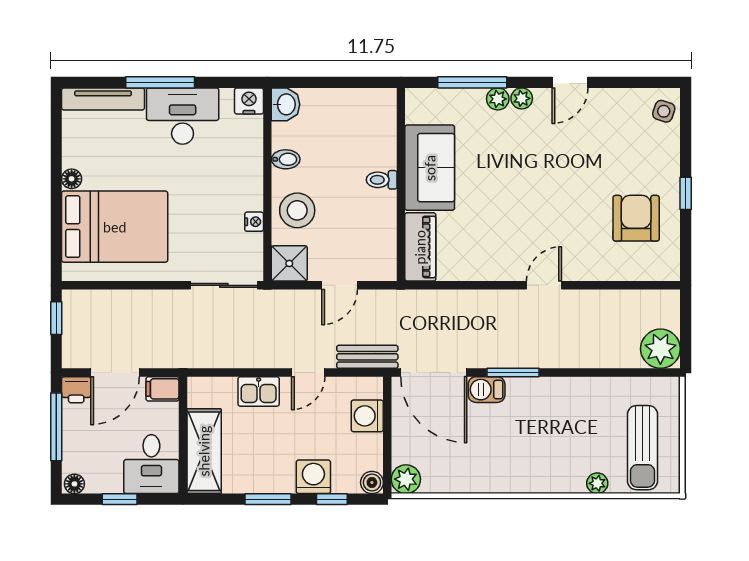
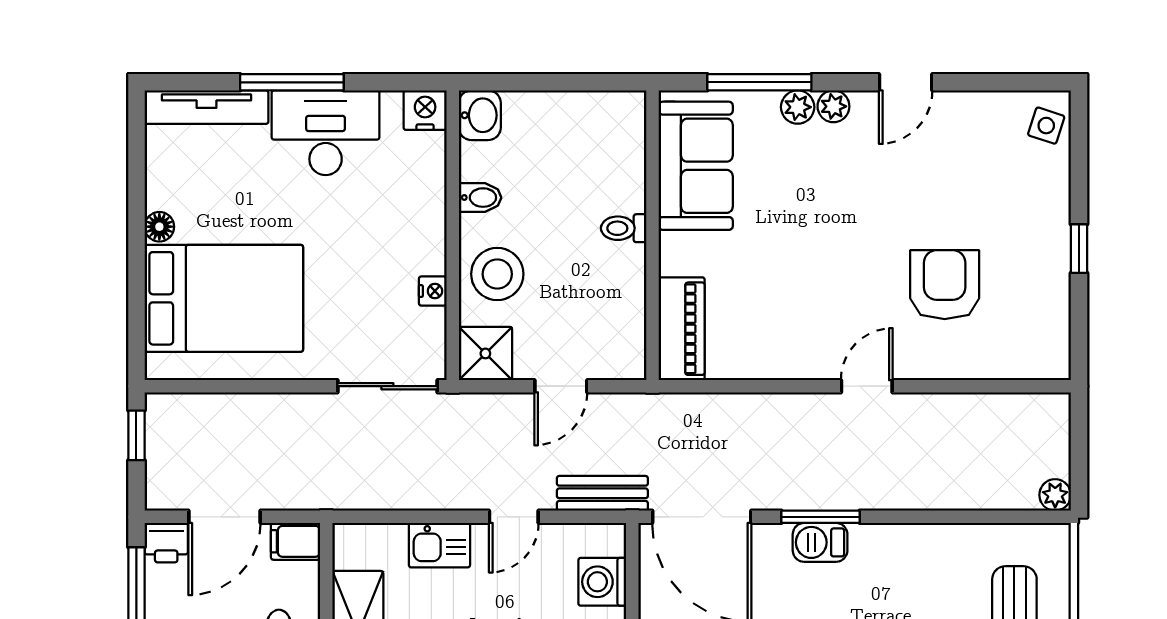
sofa: (430, 168) -> (696, 166), moved
armchair: (636, 218) -> (945, 285), moved
plant: (660, 349) -> (1055, 495), width x0.53, depth x0.53
barbecue: (487, 390) -> (820, 542), moved

